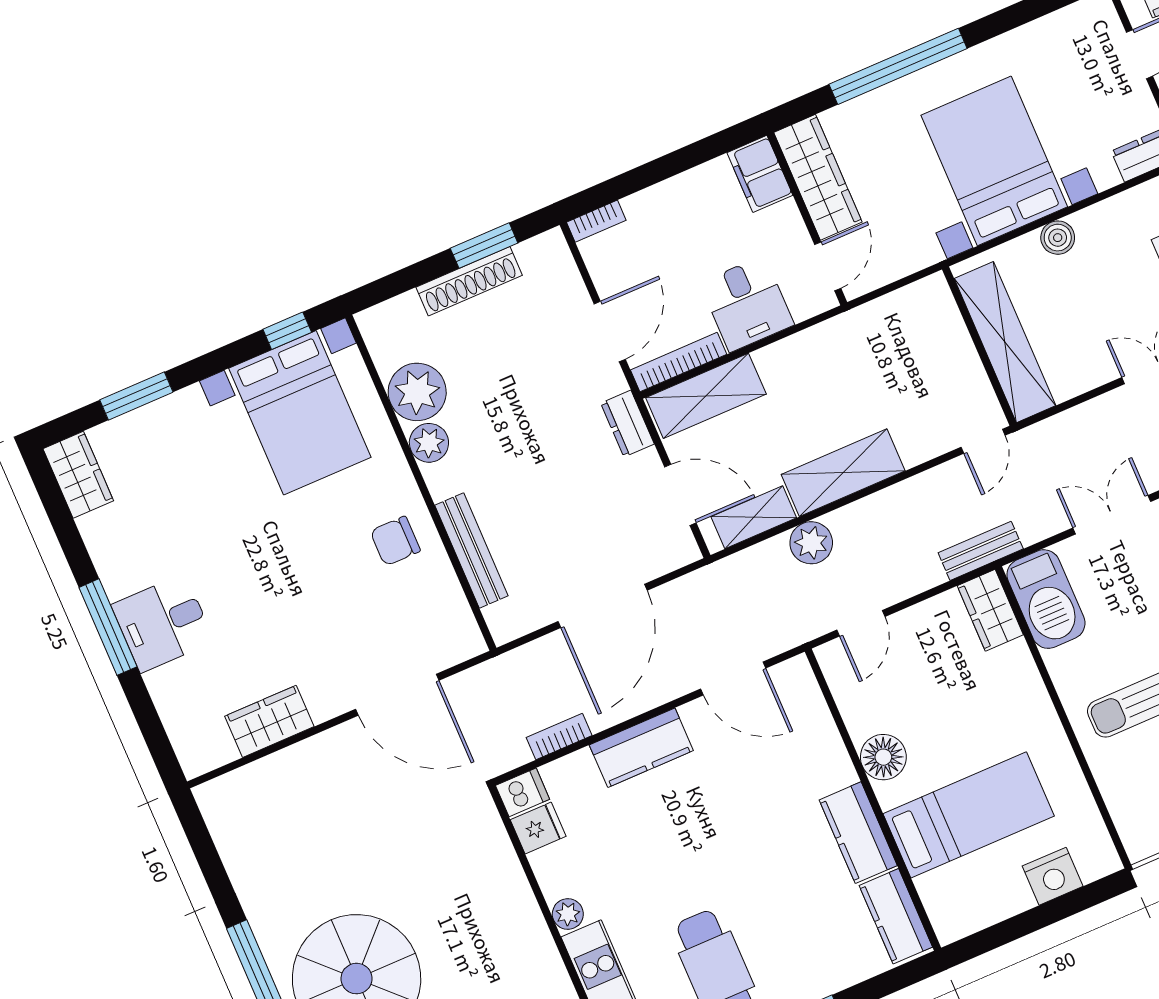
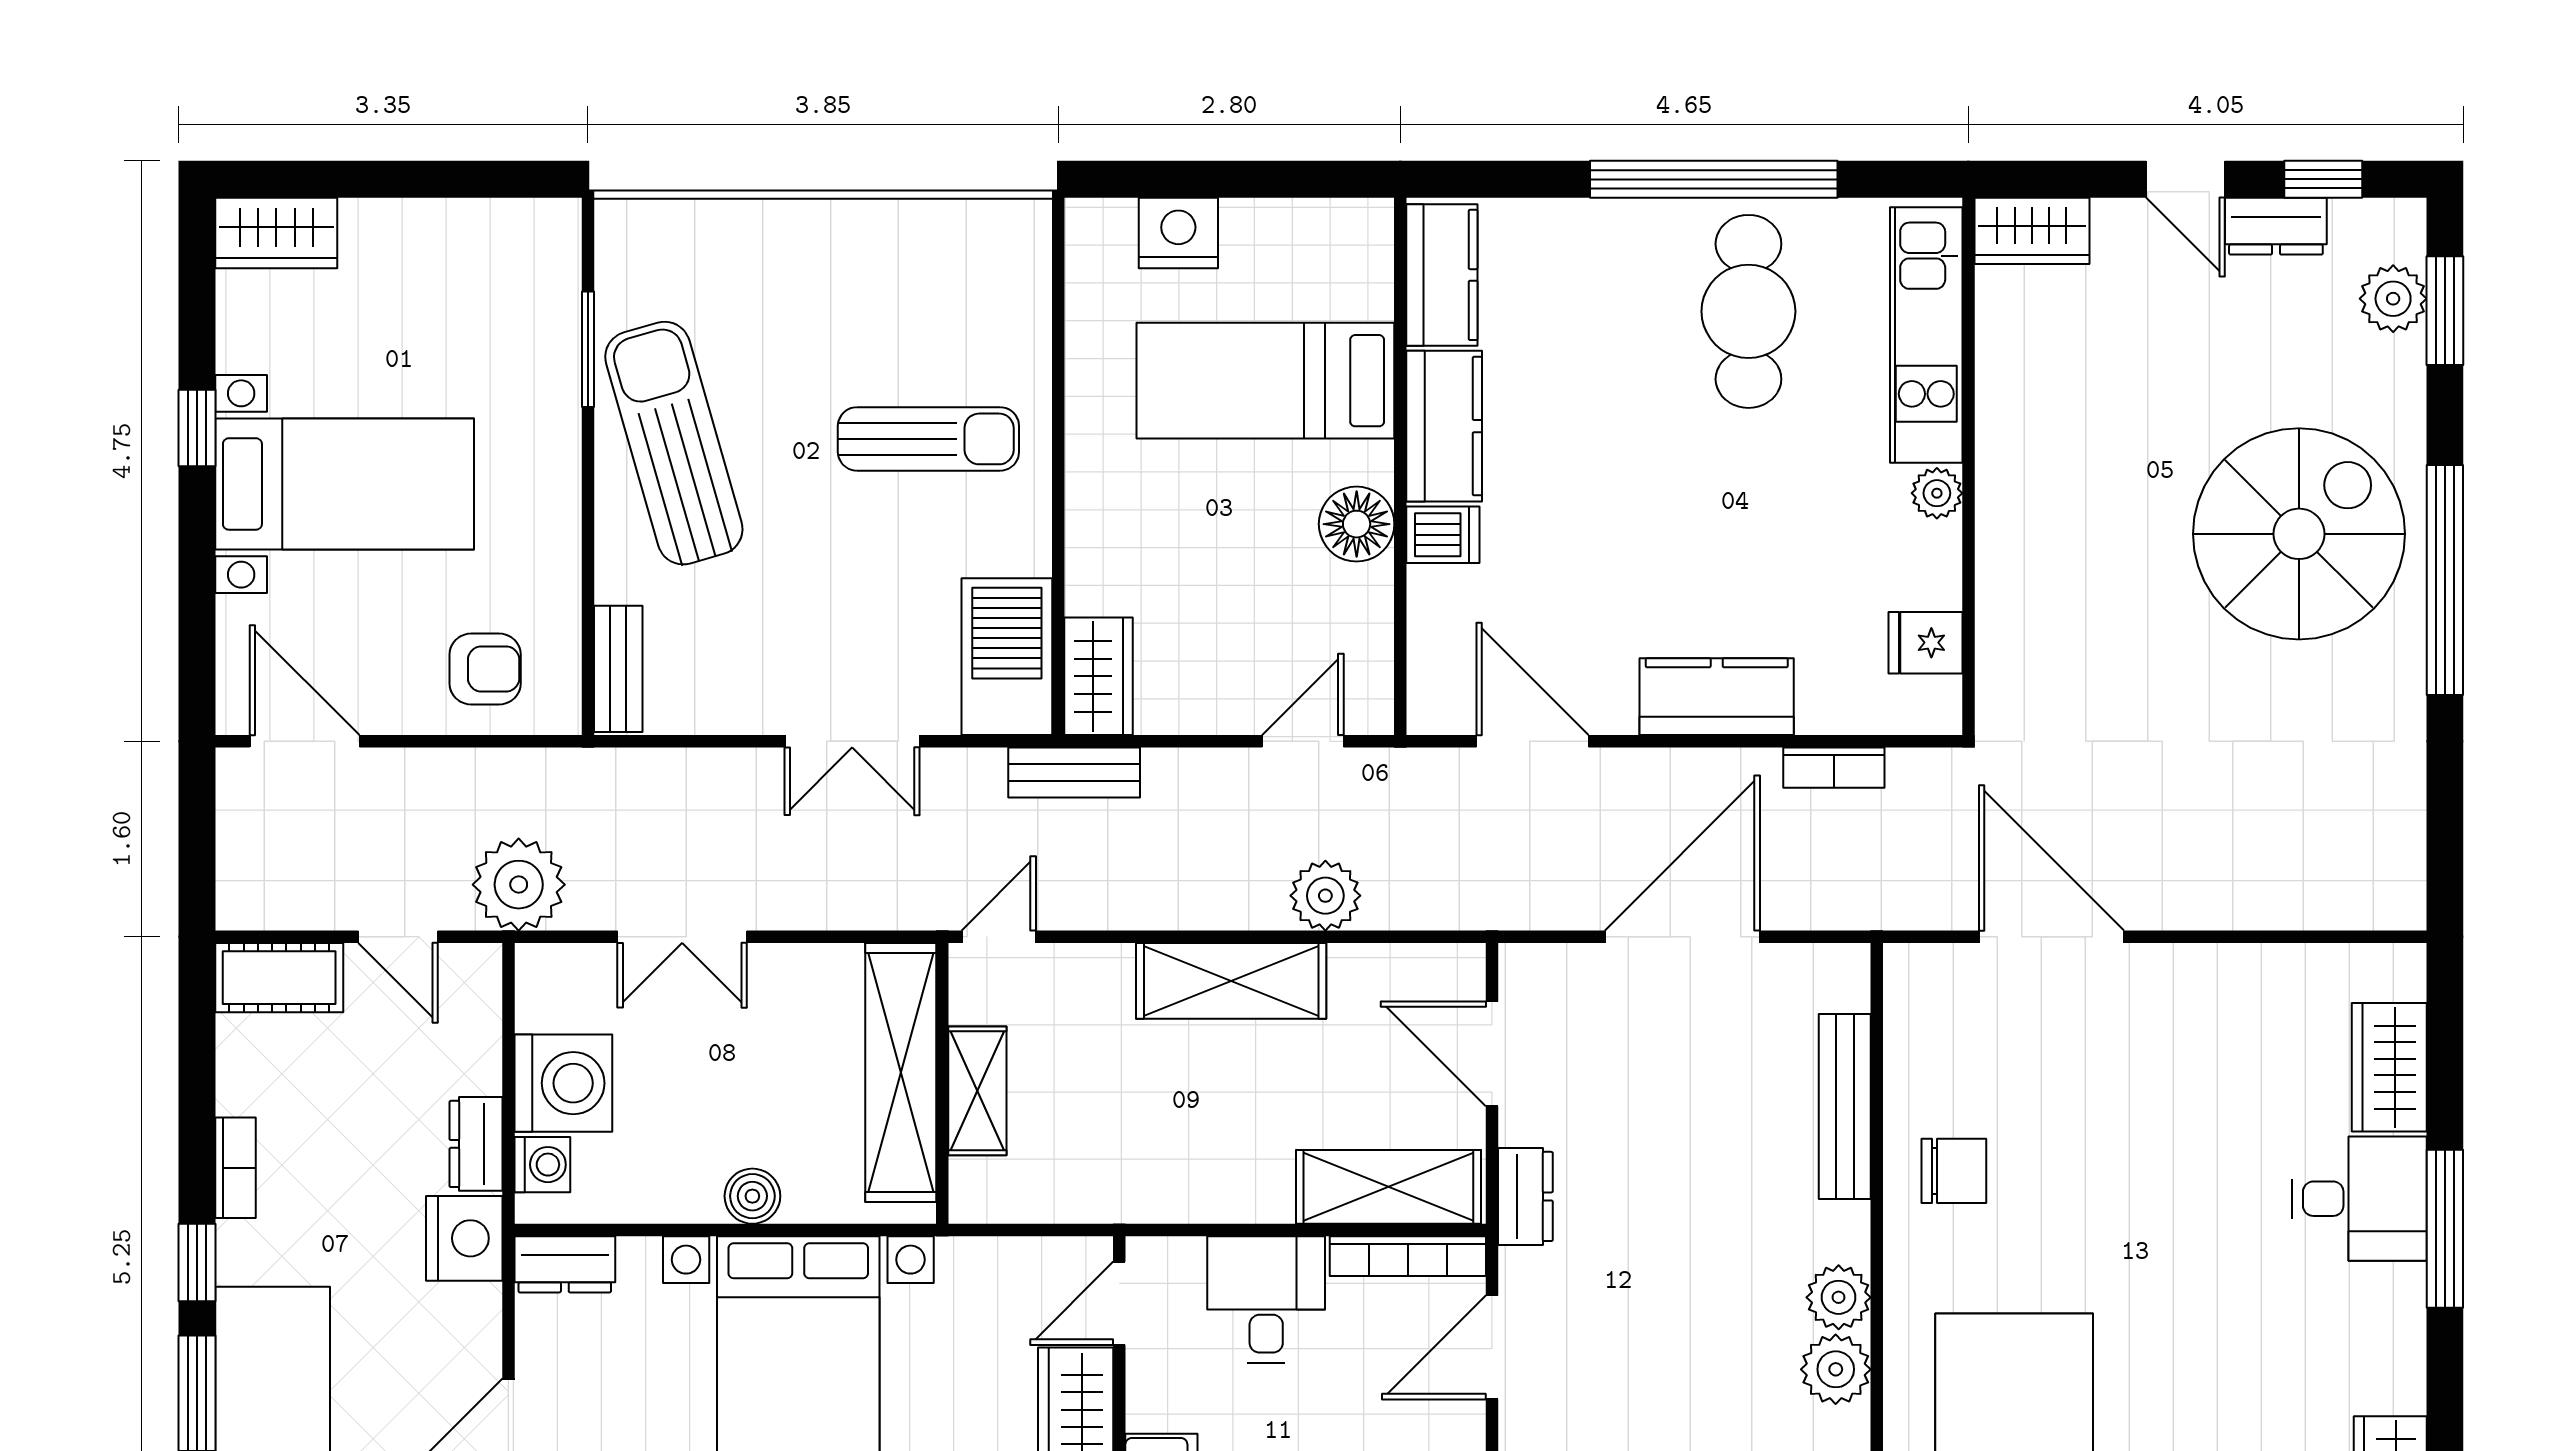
plant: (417, 392) -> (1836, 1369), width x0.73, depth x0.73
shelving: (754, 517) -> (977, 1091), moved, turned 90
wardrobe: (269, 721) -> (2389, 1067), moved, turned 90
dishwasher: (523, 792) -> (1443, 535), moved, turned 180

